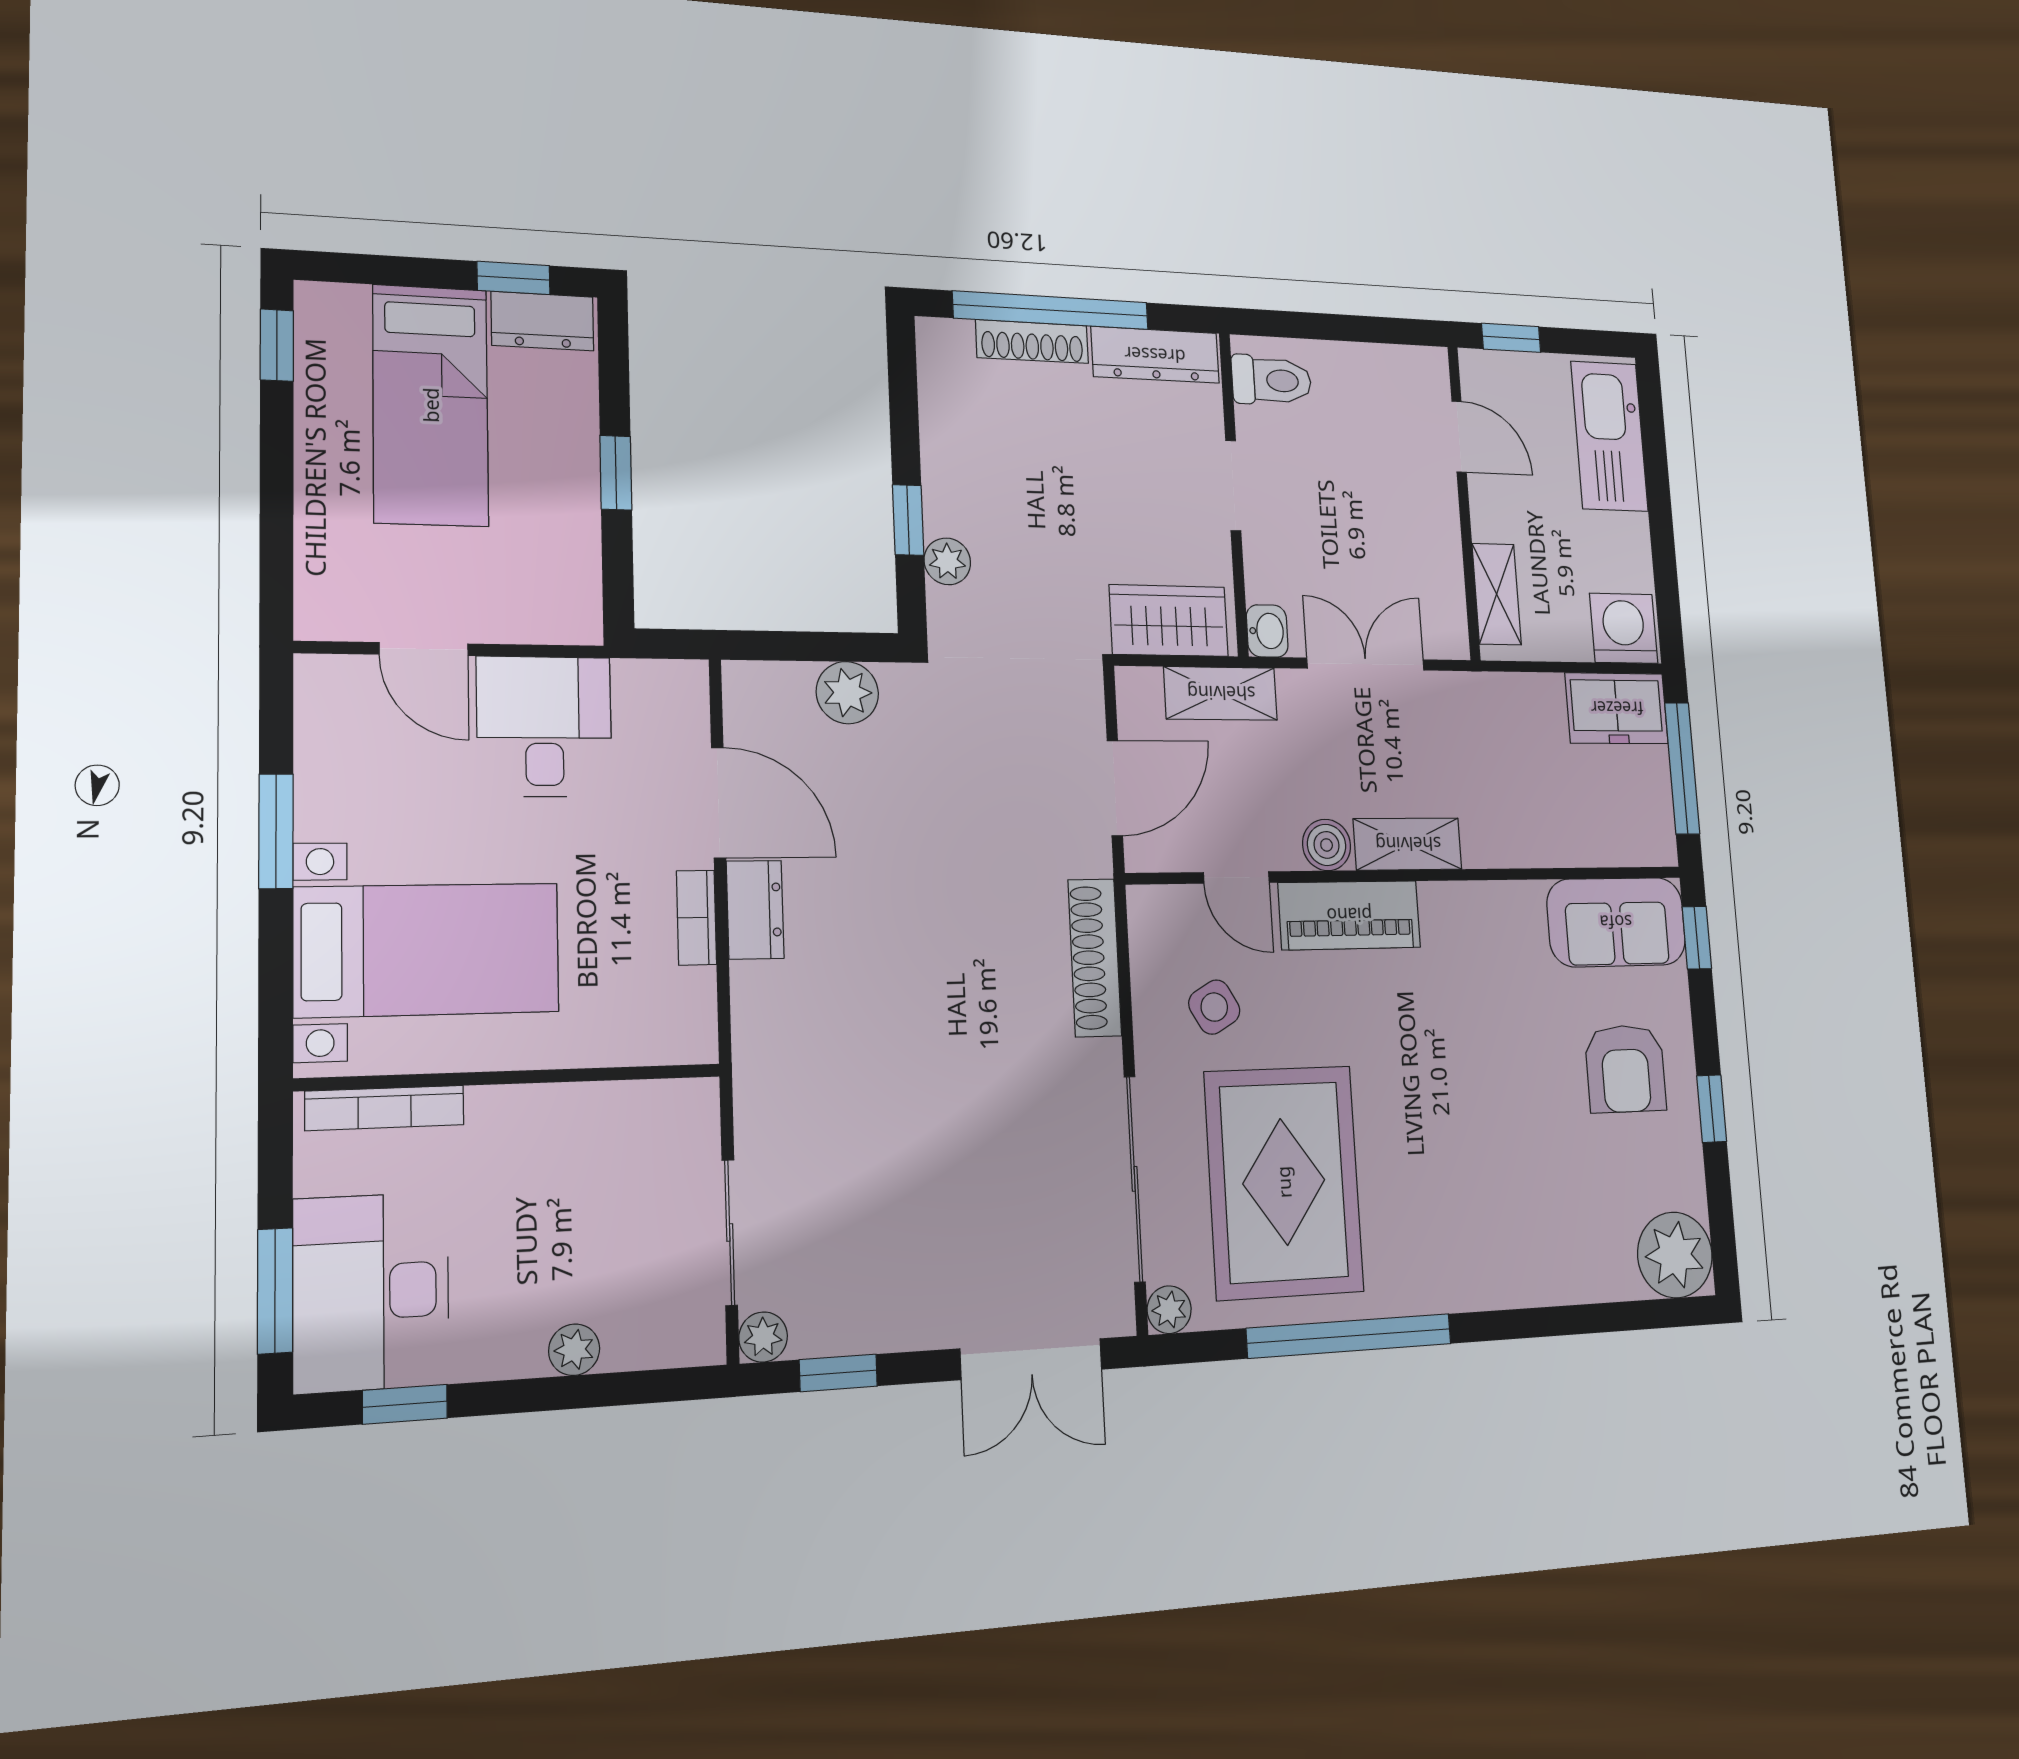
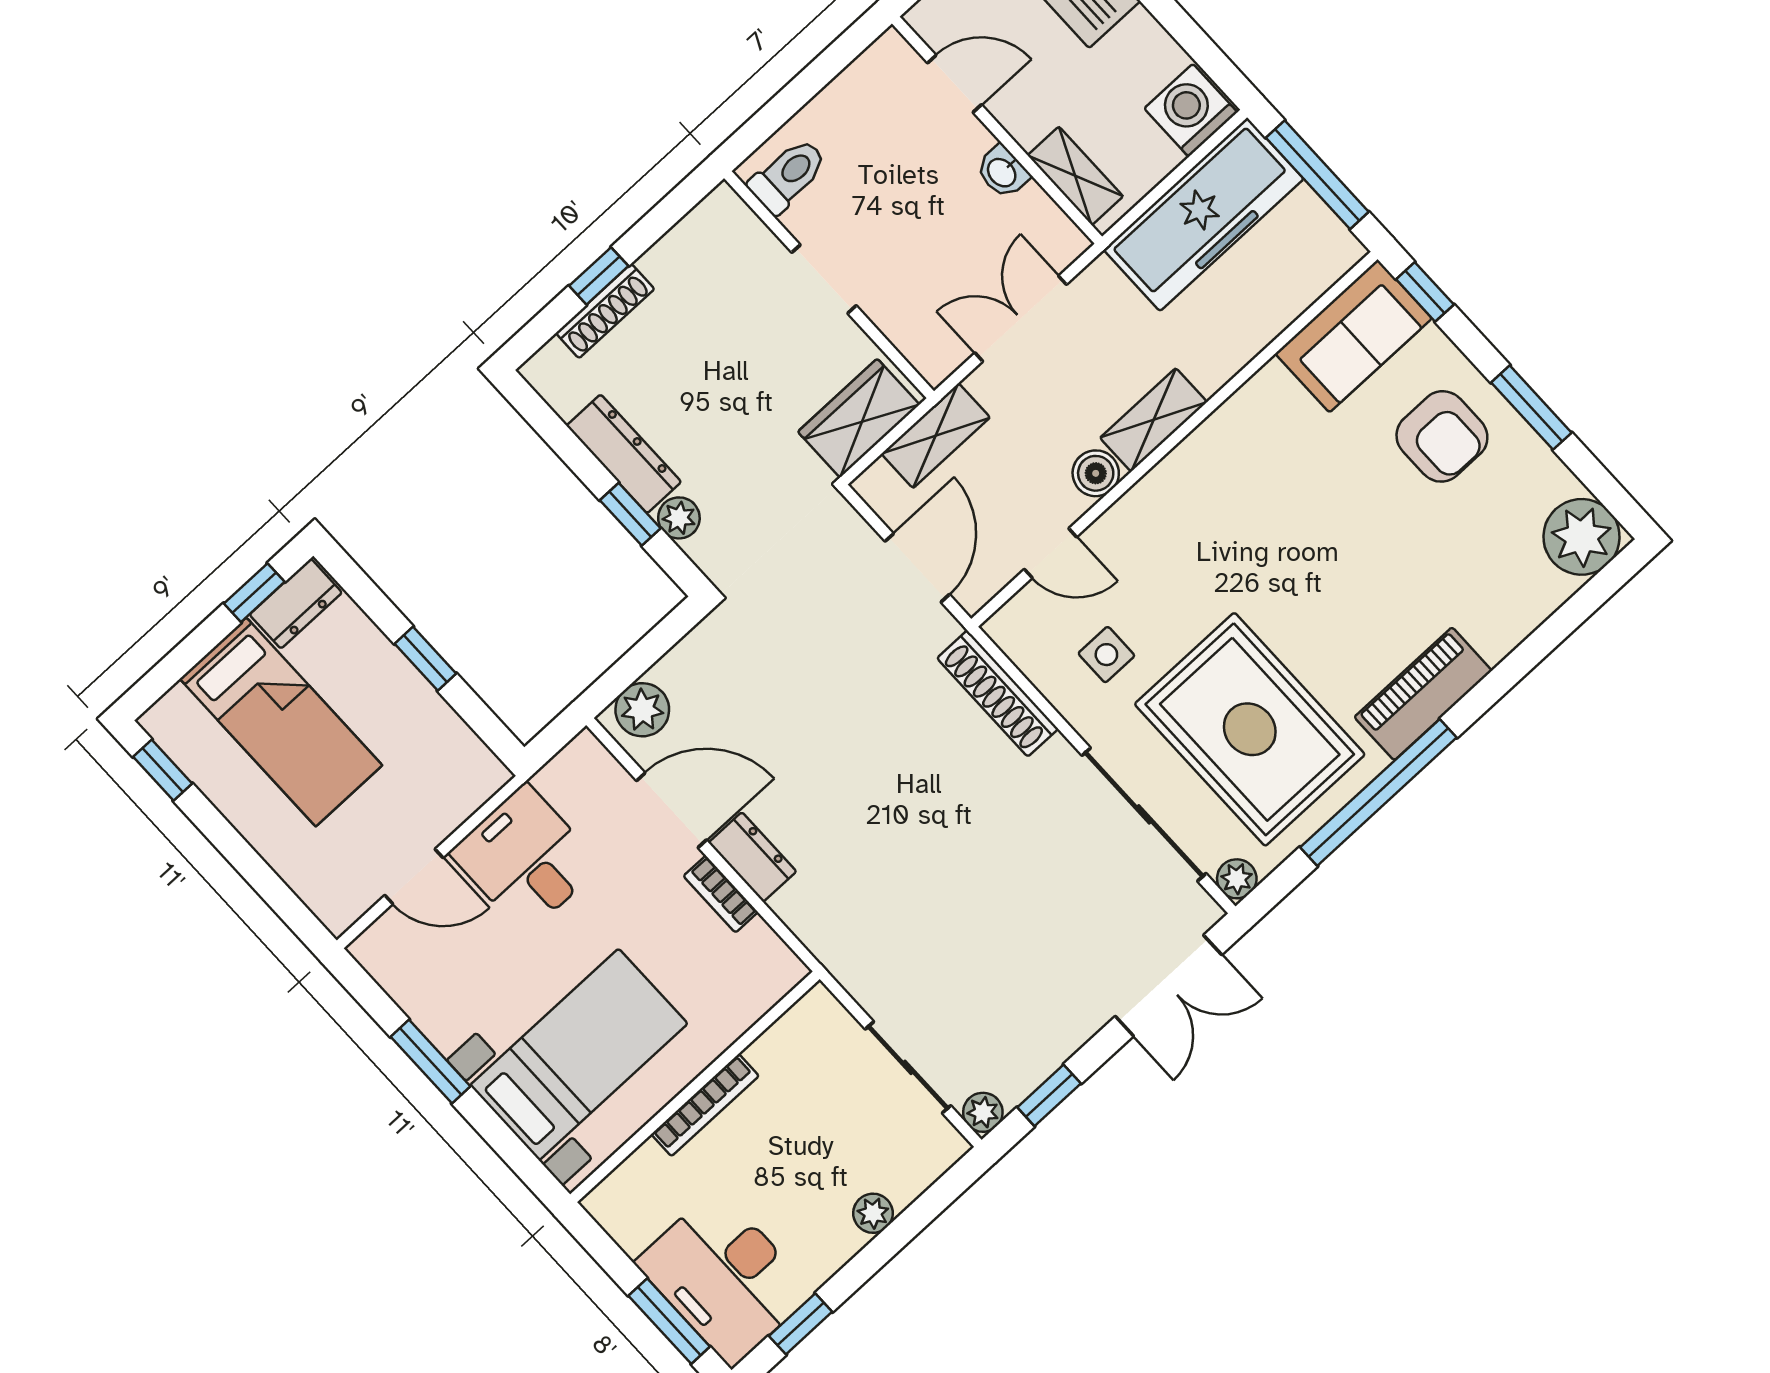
window: (1051, 310) -> (599, 276), width x0.32
dresser: (1155, 355) -> (624, 454), moved, turned -90
washbasin: (1267, 631) -> (1003, 172), moved, turned 180
plant: (847, 693) -> (642, 710), moved
freezer: (1617, 708) -> (1204, 214), width x1.91, depth x1.26
piano: (1349, 915) -> (1423, 694), moved, turned 180
side table: (1214, 1007) -> (1106, 655), turned 30
bookcase: (385, 1108) -> (705, 1105), moved
window: (1712, 1109) -> (1531, 408), width x1.50

